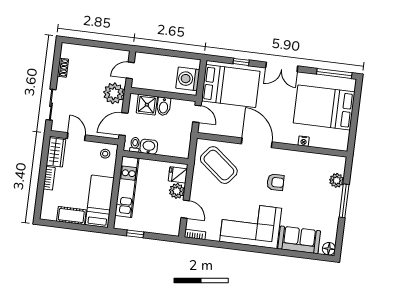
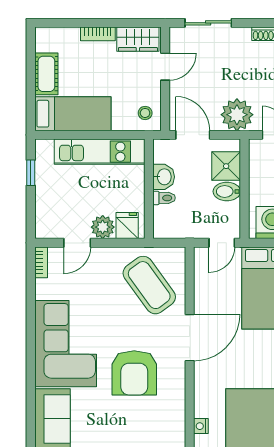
nightstand: (304, 141) -> (201, 426), moved
toilet: (135, 145) -> (164, 198), moved
coffee table: (219, 165) -> (149, 285), turned -75
armchair: (275, 182) -> (134, 373), width x1.88, depth x1.88

